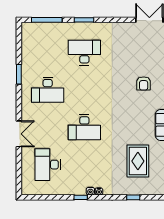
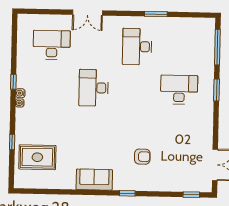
desk: (84, 53) -> (179, 90), turned -90
armchair: (144, 83) -> (142, 157), turned 180
rug: (138, 161) -> (37, 157), moved

